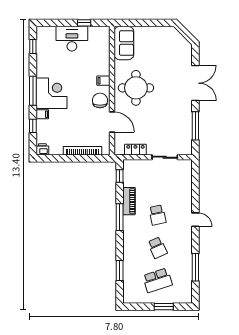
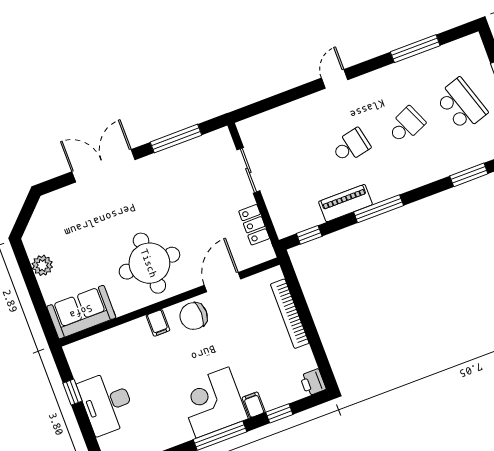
plant: (156, 32) -> (42, 265), added

